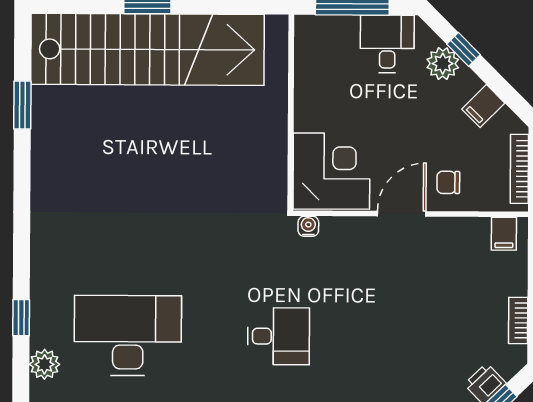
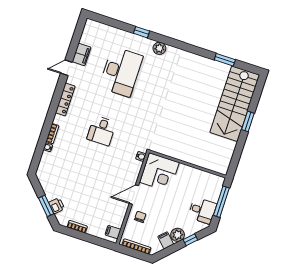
stairs: (148, 49) -> (235, 104), width x0.73
plant: (443, 64) -> (178, 235), moved
door: (402, 214) -> (134, 195), swing flipped
plant: (44, 364) -> (159, 48), moved

